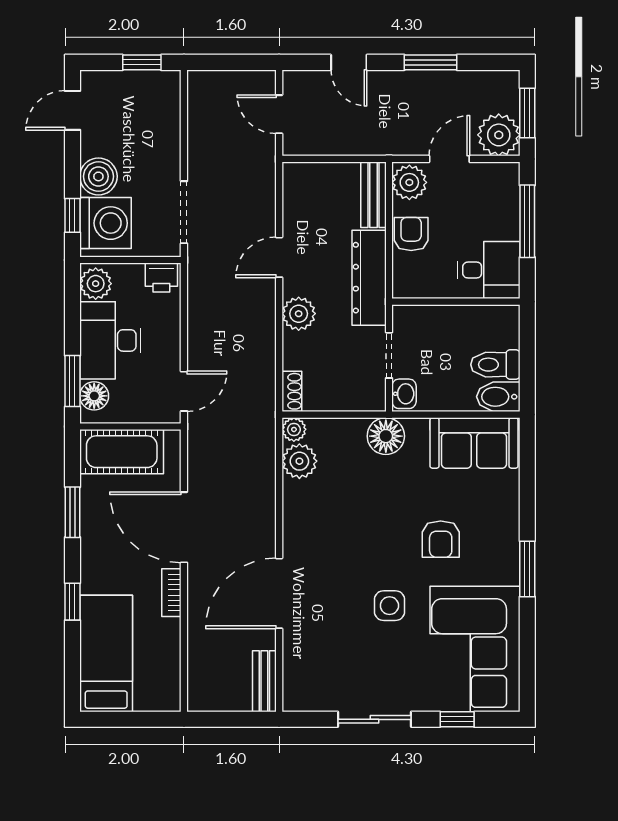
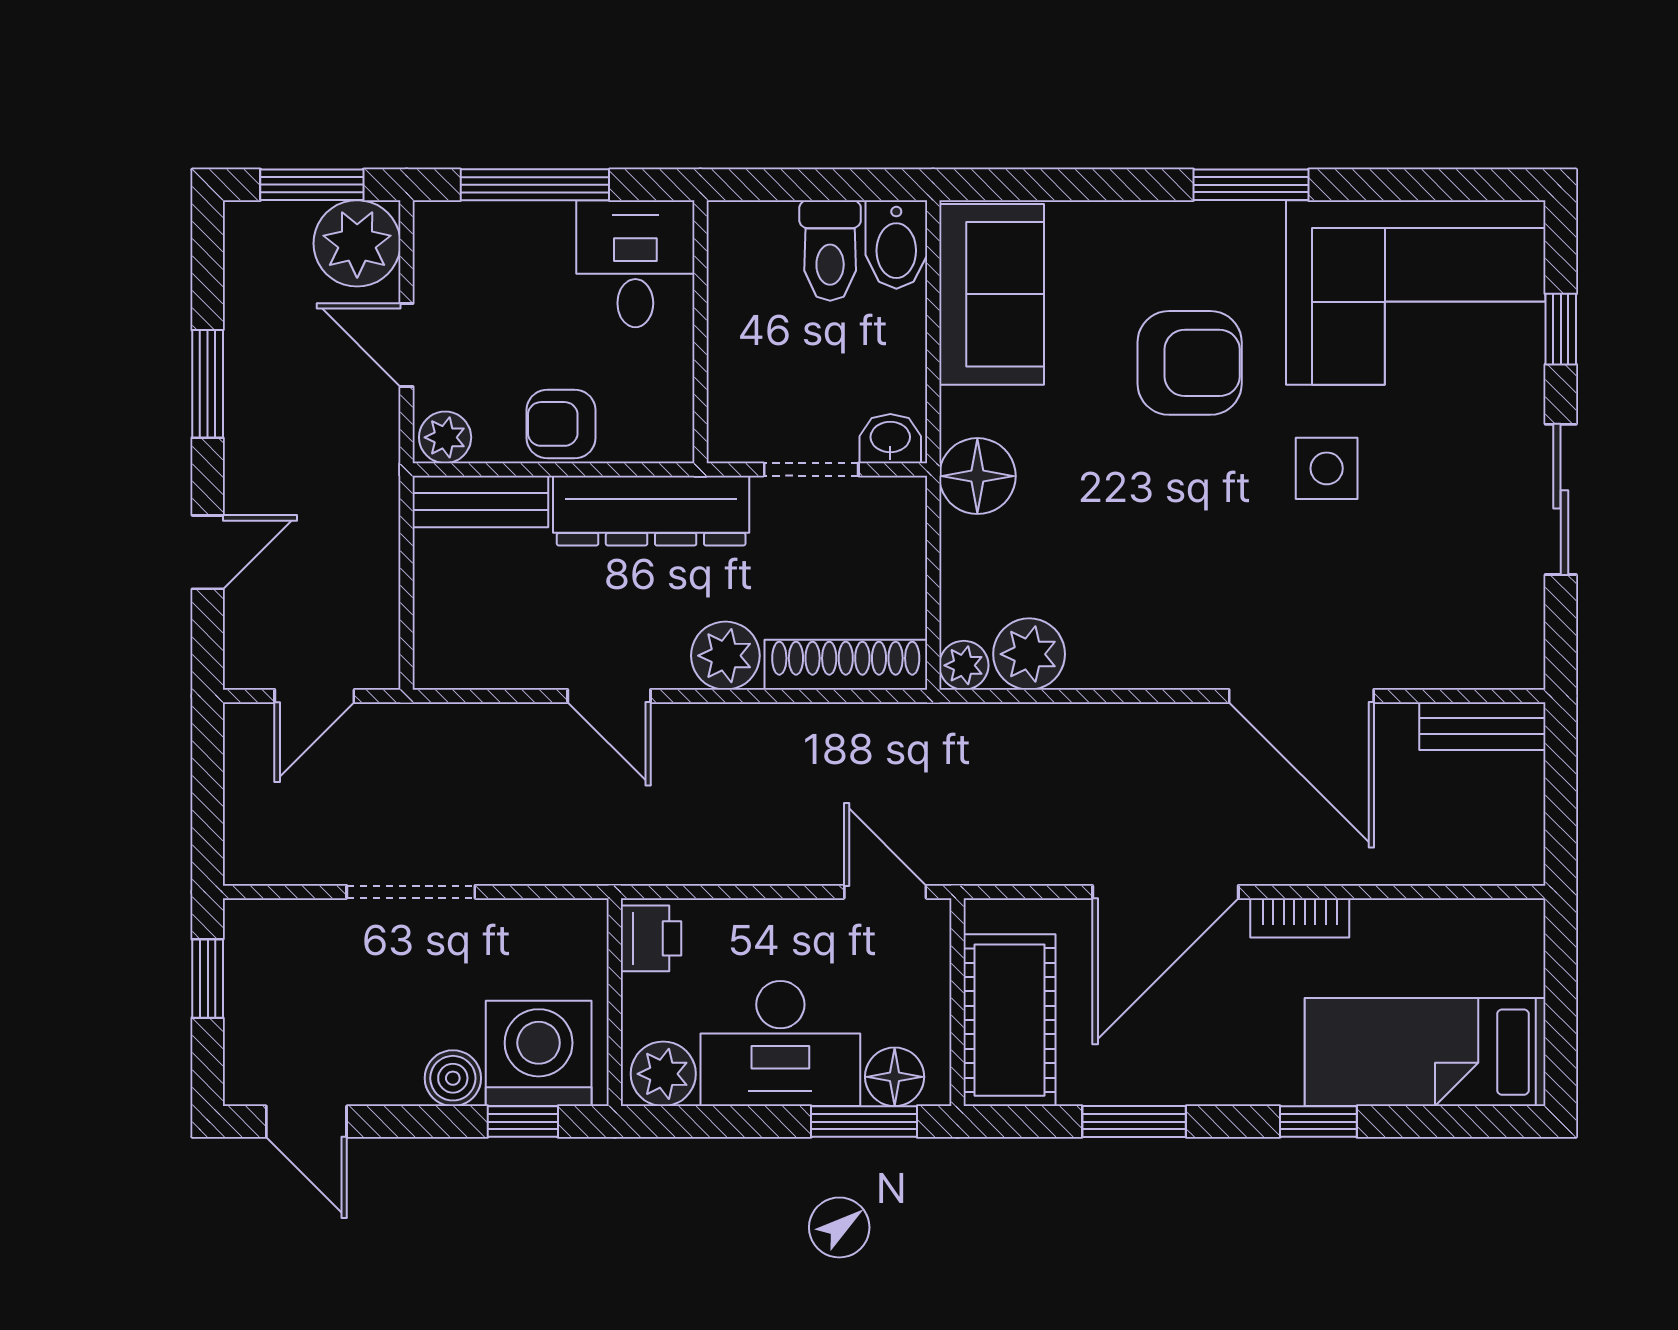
boiler: (98, 176) -> (453, 1078), width x0.73, depth x0.73
plant: (409, 182) -> (445, 437), width x0.73, depth x0.73
doorway: (184, 212) -> (411, 892), moved
shoe rack: (292, 391) -> (846, 665), width x1.94, depth x1.24
armchair: (441, 539) -> (1190, 363), width x1.38, depth x1.38

